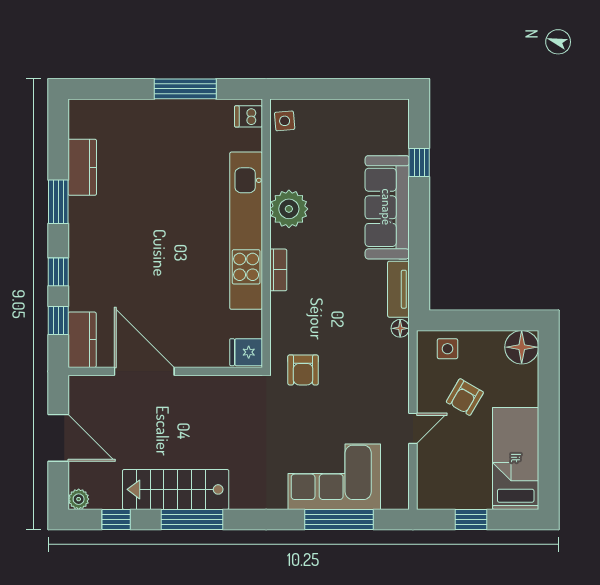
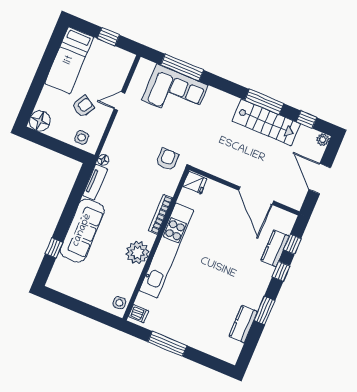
bookcase: (278, 270) -> (160, 214), width x1.56
kitchen counter: (82, 340) -> (275, 248), moved

